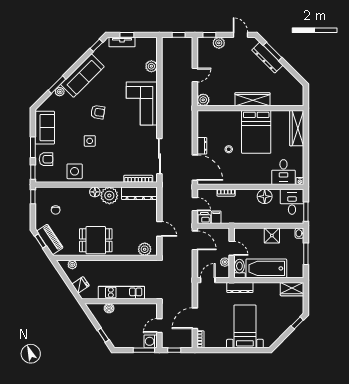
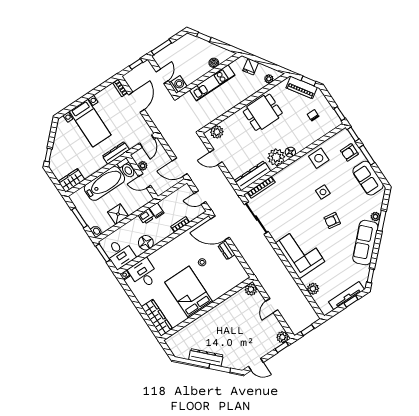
tv unit: (122, 42) -> (346, 296), width x1.41
plant: (219, 43) -> (282, 337), moved
dresser: (267, 58) -> (206, 357), moved
wardrobe: (252, 99) -> (210, 317), removed
filing cabinet: (216, 217) -> (157, 210), moved
printer: (204, 218) -> (146, 216), moved
washing machine: (151, 341) -> (178, 84), moved

